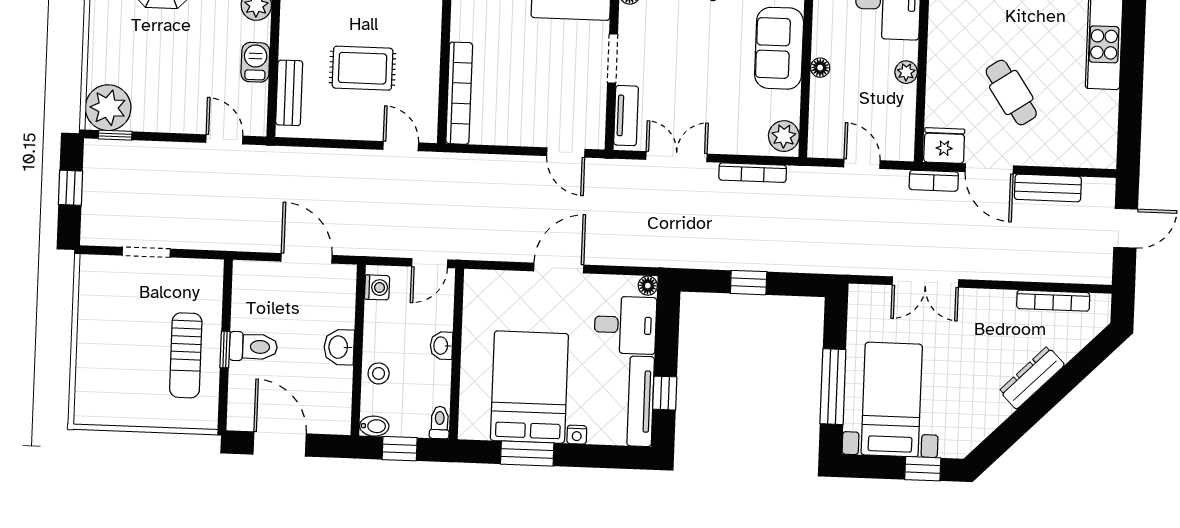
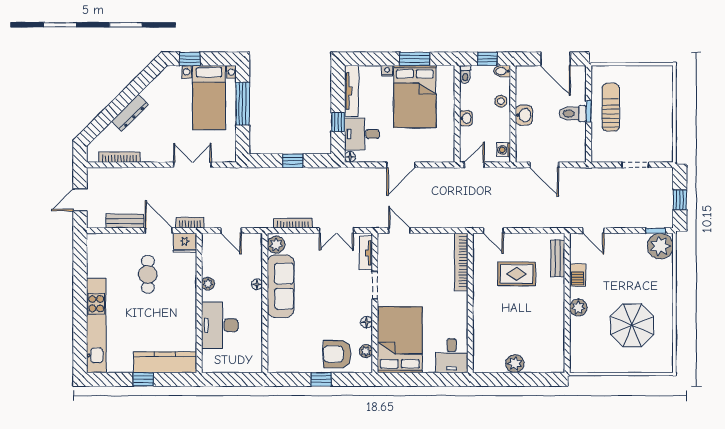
sofa: (779, 48) -> (281, 286), width x1.36
cafe table: (1011, 93) -> (148, 274), turned 34
window: (665, 393) -> (338, 122), moved

